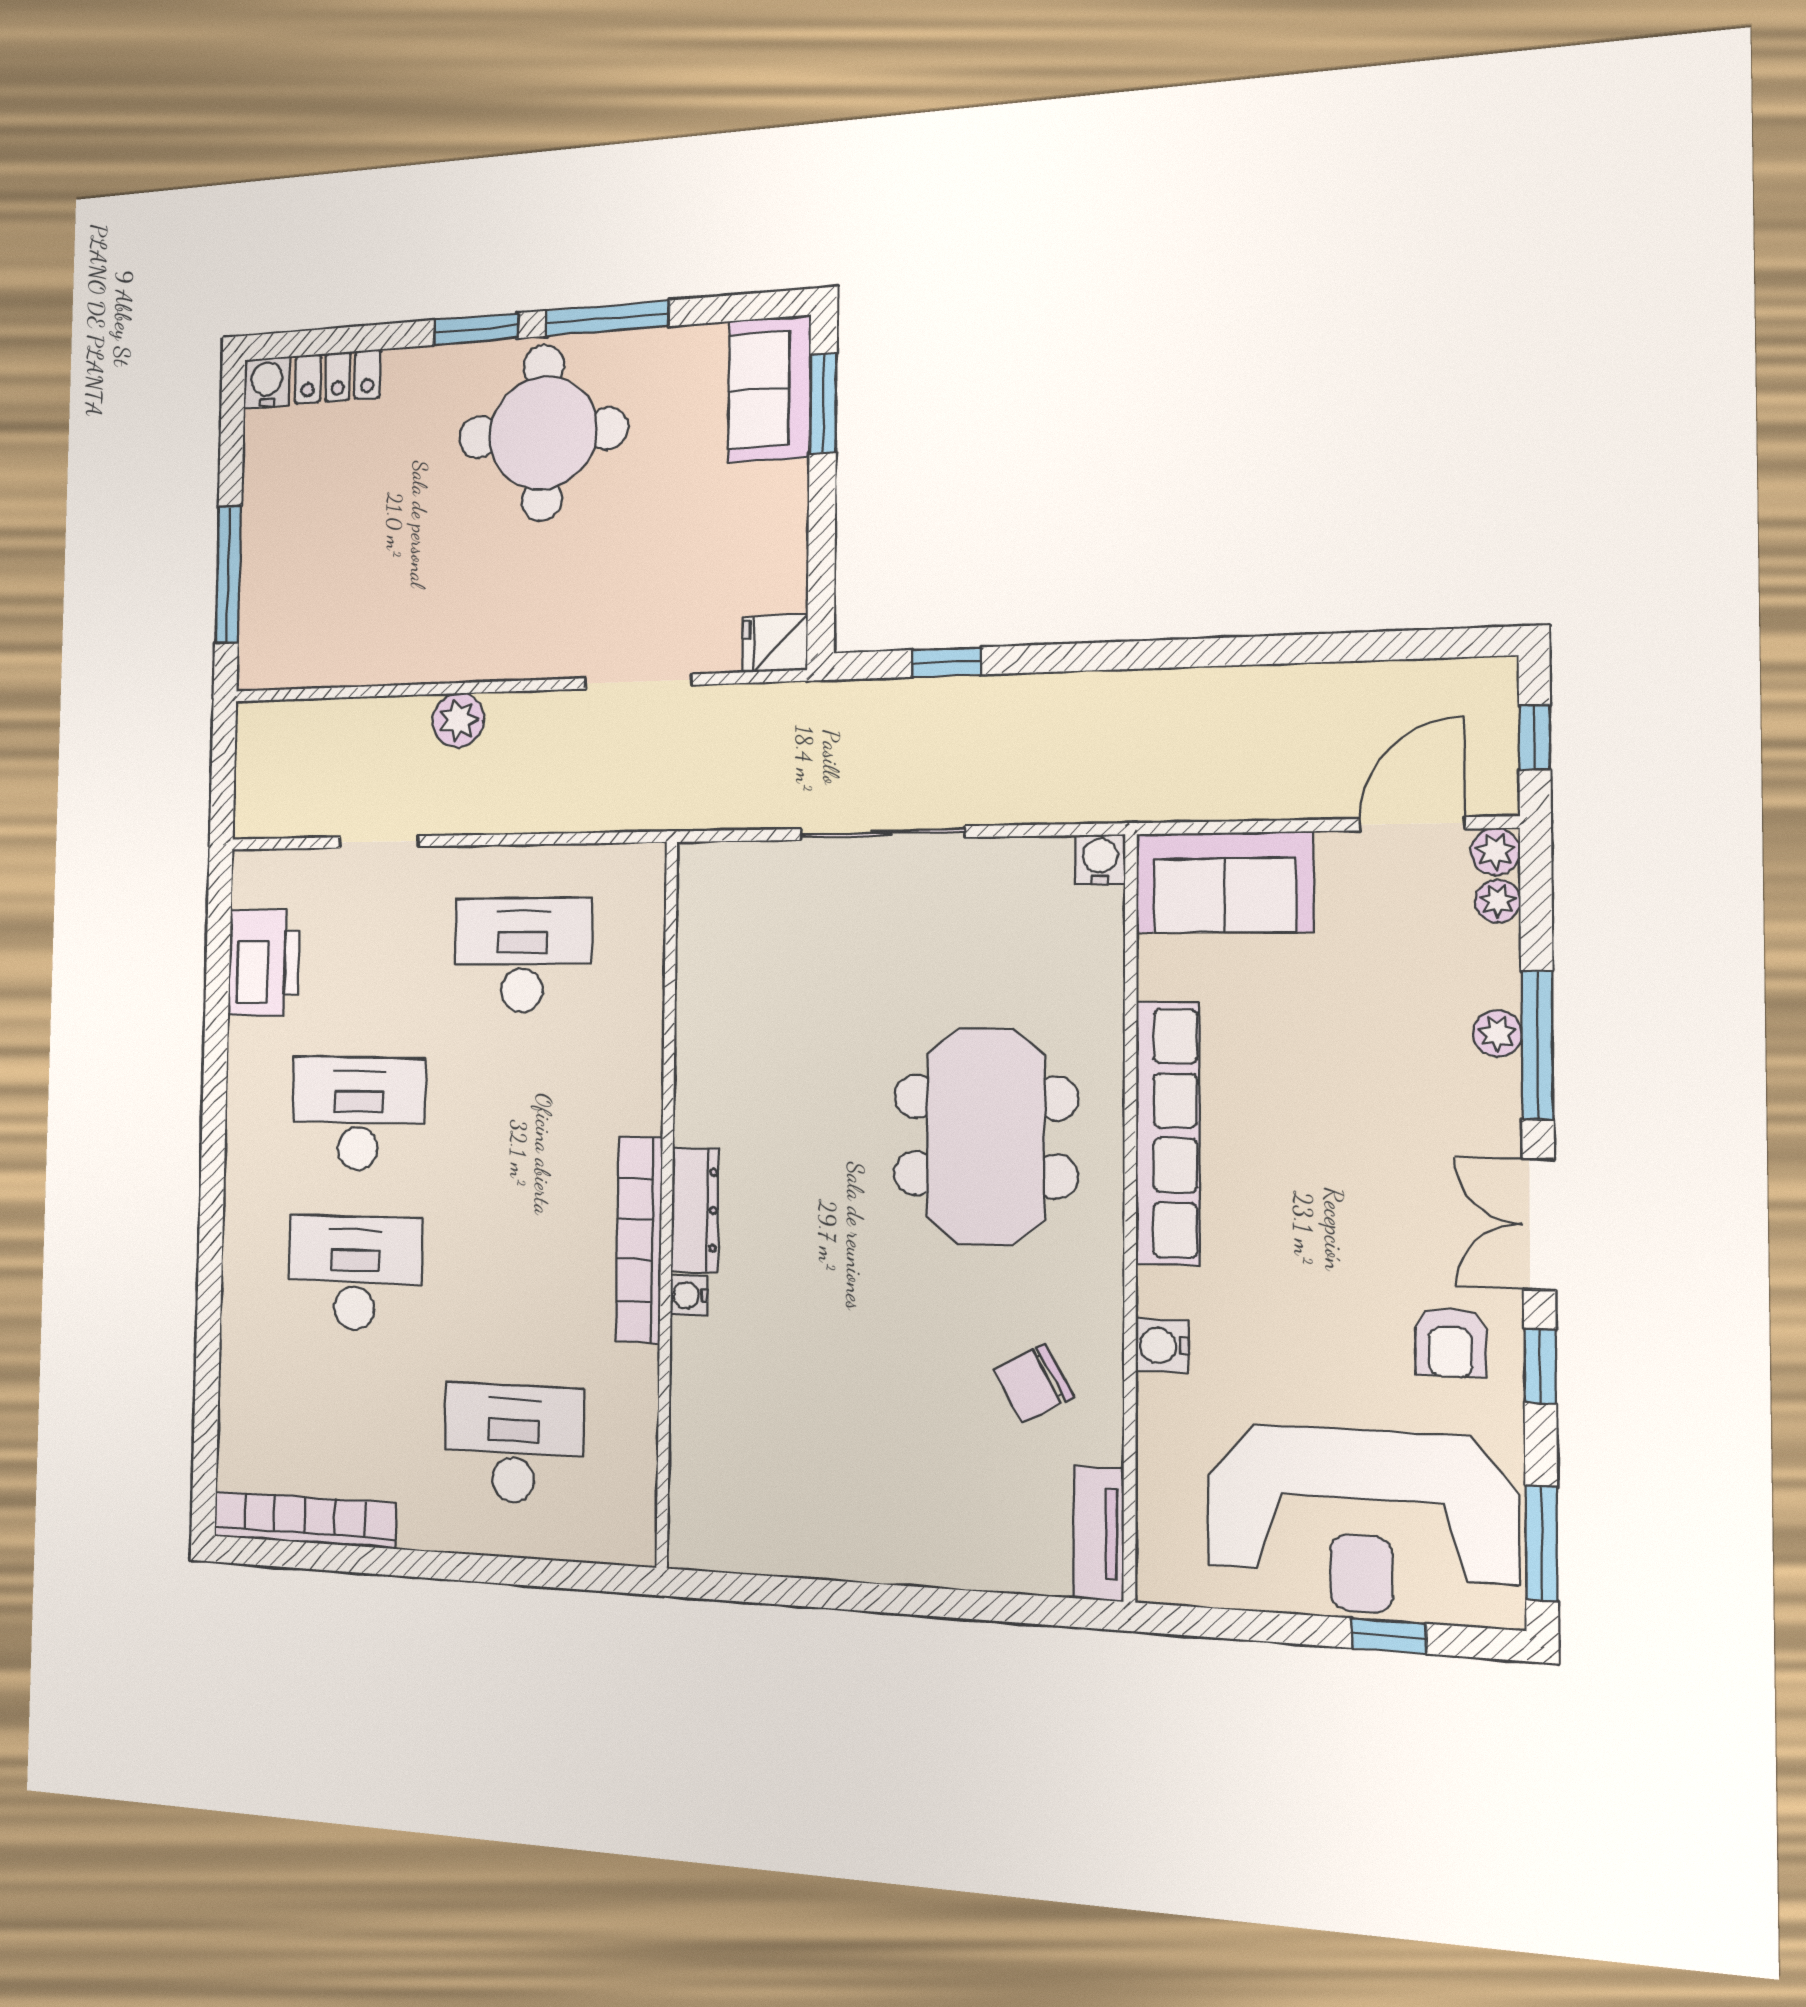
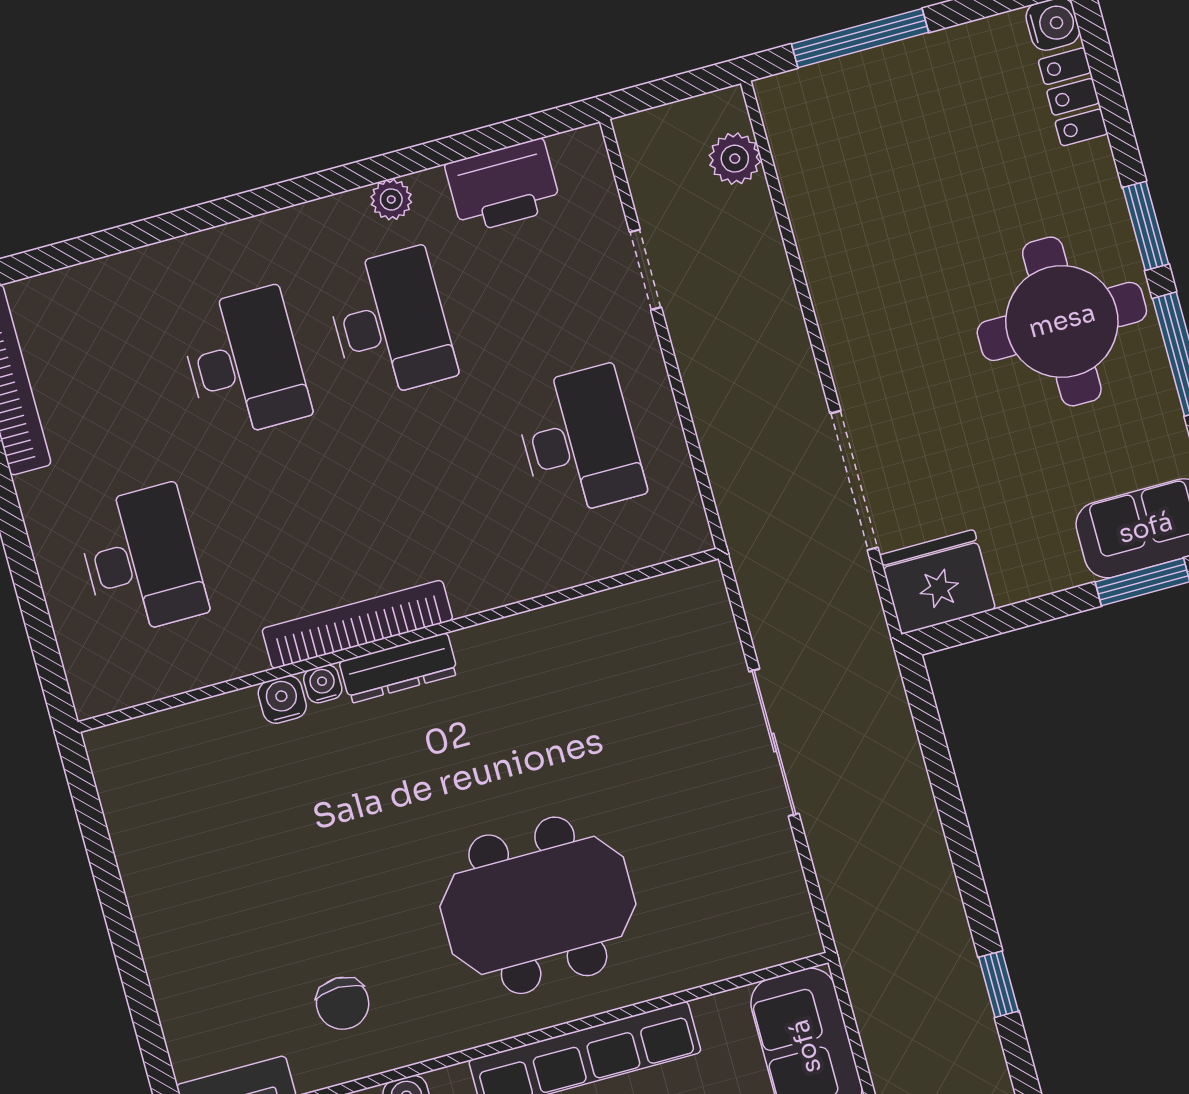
fridge: (775, 643) -> (938, 582), width x1.88, depth x1.34
window: (946, 662) -> (999, 984), moved
doorway: (638, 682) -> (854, 480), width x1.36
plant: (459, 720) -> (735, 159), moved
water cooler: (1100, 860) -> (282, 700), moved, turned -90
plant: (246, 1077) -> (391, 199), added
chair: (1034, 1383) -> (343, 1003), turned -151

